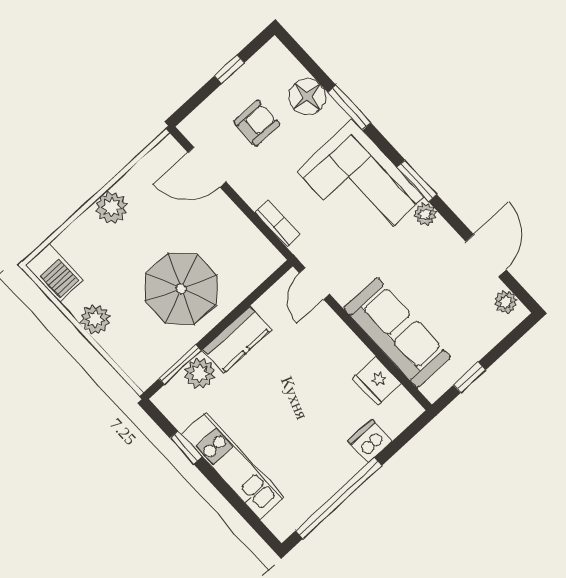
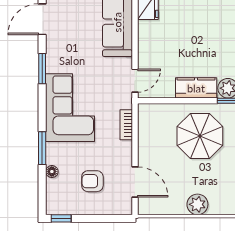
window: (229, 69) -> (61, 218), moved
floor lamp: (307, 97) -> (52, 172), width x0.53, depth x0.53
window: (417, 181) -> (42, 69), moved
plant: (425, 214) -> (53, 65), removed

